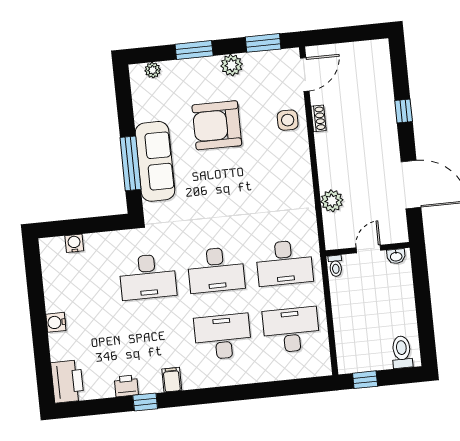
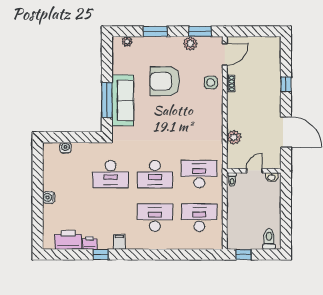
plant: (232, 65) -> (190, 43), moved
desk: (284, 263) -> (199, 174), turned 180
printer: (67, 382) -> (68, 240), moved, turned -90

